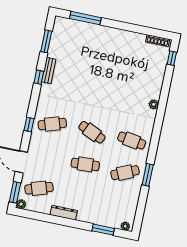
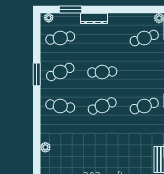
cafe table: (92, 132) -> (102, 106), turned -45
cafe table: (118, 205) -> (60, 38), added
dresser: (64, 213) -> (94, 18), moved

